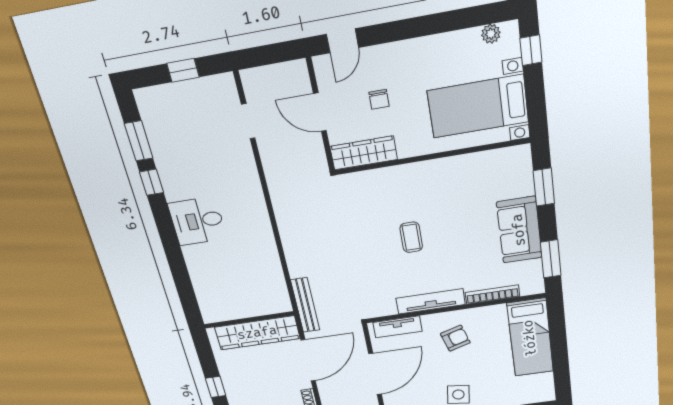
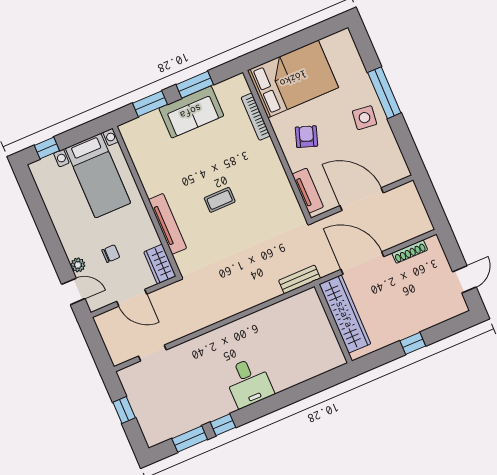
plant: (491, 34) -> (78, 265), moved
door: (320, 112) -> (132, 298), hinge flipped
wardrobe: (364, 153) -> (160, 264), width x0.67
window: (551, 259) -> (195, 85), moved
tv unit: (431, 301) -> (167, 224), moved, turned 180
bench: (305, 305) -> (299, 279), width x0.73
armchair: (455, 338) -> (306, 137), turned 36
bed: (530, 338) -> (293, 79), width x1.50

